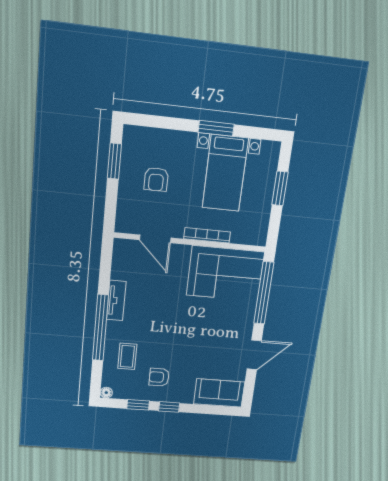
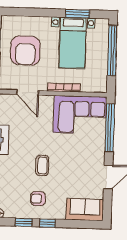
window: (216, 128) -> (77, 14), moved
armchair: (156, 179) -> (25, 51), width x1.88, depth x1.88
window: (280, 188) -> (112, 51), width x2.11
coffee table: (127, 356) -> (42, 165), moved

